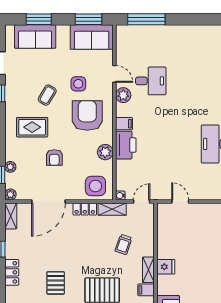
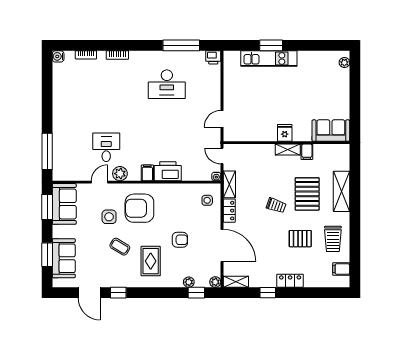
plant: (105, 152) -> (175, 191), removed
side table: (95, 186) -> (207, 200), width x0.54, depth x0.54
trolley: (123, 244) -> (276, 205), moved

